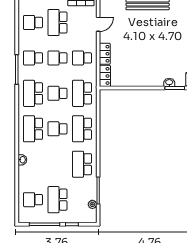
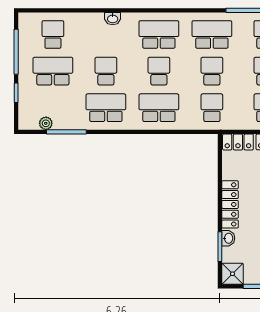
locker: (147, 81) -> (230, 204), added
school desk: (82, 93) -> (212, 108), width x0.54
school desk: (57, 164) -> (106, 71), added

